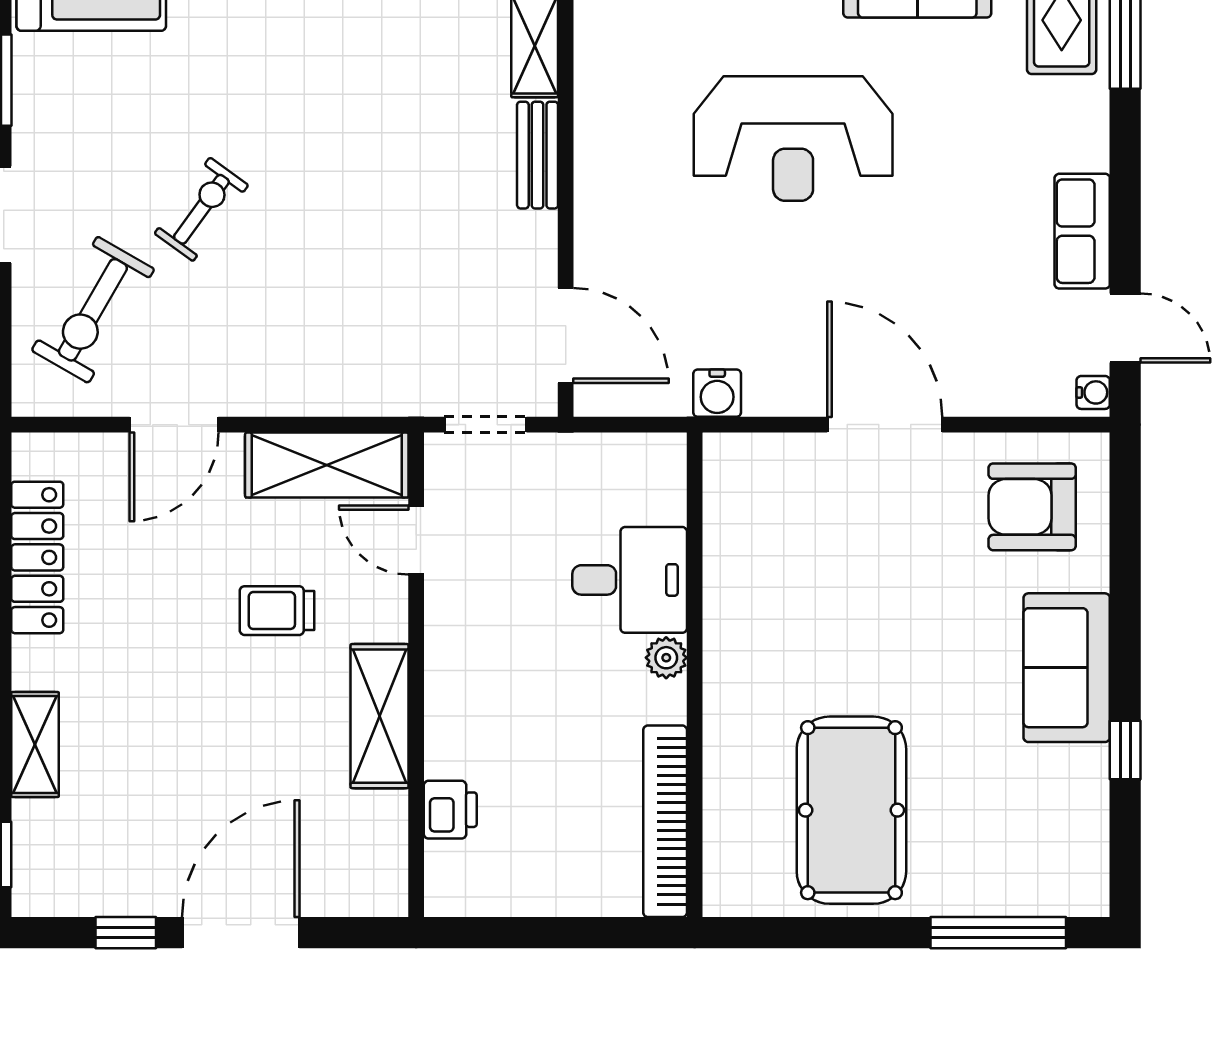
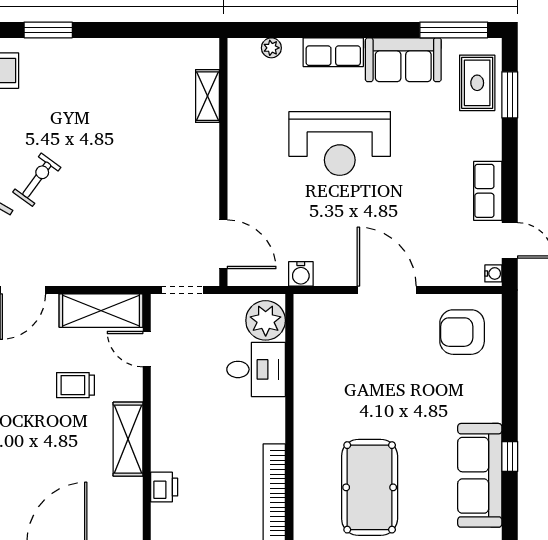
bench: (538, 155) -> (209, 152), removed
plant: (666, 658) -> (266, 320), moved, width x1.87, depth x1.87
sofa: (1067, 668) -> (480, 475), moved, width x1.36

